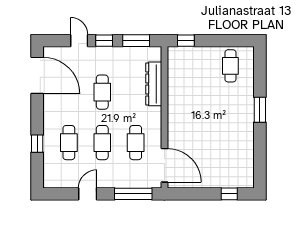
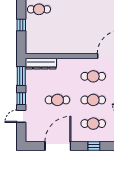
window: (186, 41) -> (21, 25), moved
door: (37, 75) -> (58, 146), moved
dresser: (154, 84) -> (41, 64), moved

